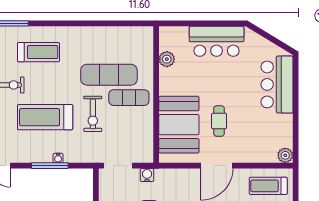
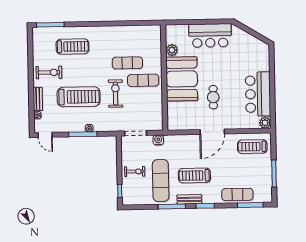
exercise mat: (109, 75) -> (127, 63), width x0.73, depth x0.69
bar counter: (277, 84) -> (258, 94), moved
exercise bike: (93, 114) -> (115, 93), turned 180
treadmill: (45, 117) -> (79, 97), turned 180
booth: (179, 125) -> (182, 79), moved

